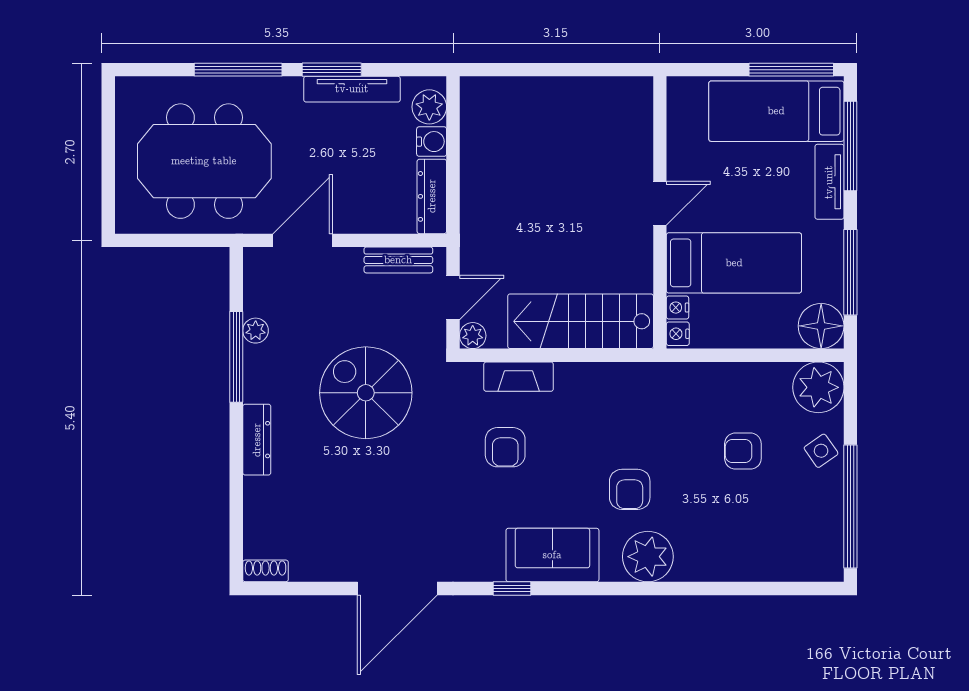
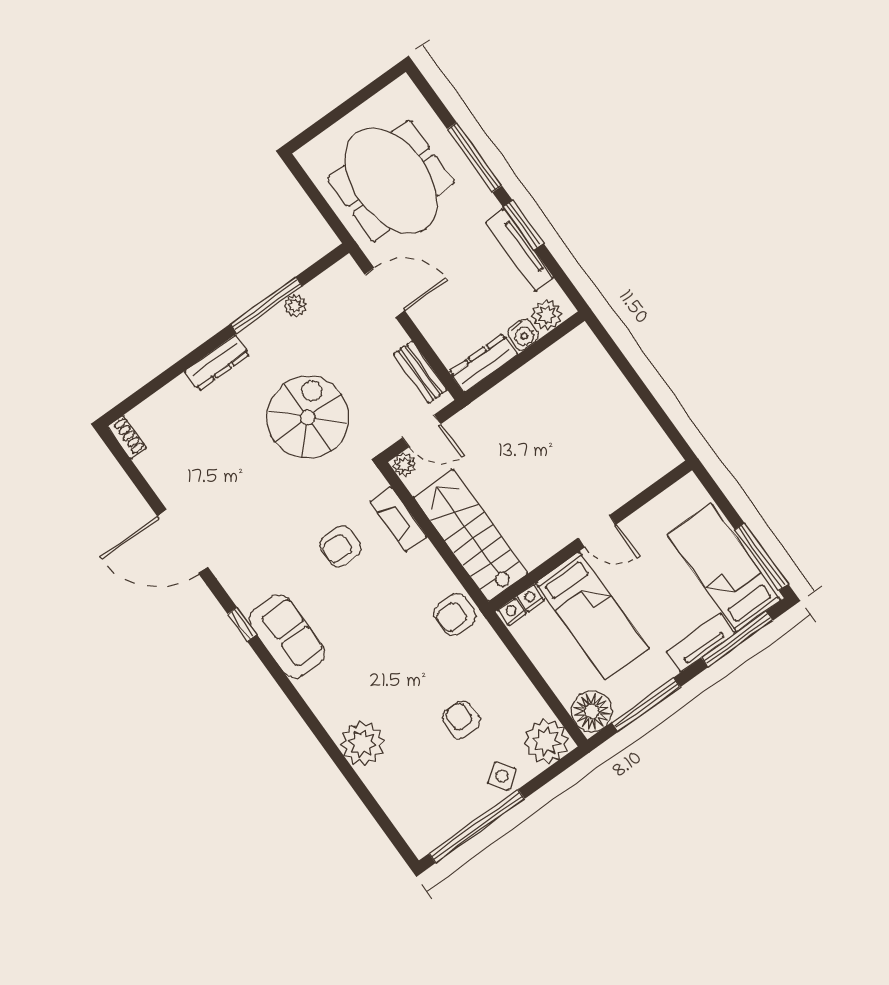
armchair: (630, 489) -> (455, 615), moved
plant: (648, 557) -> (363, 743), moved

